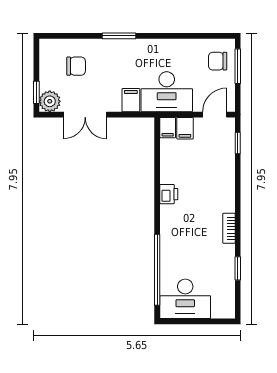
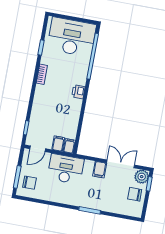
chair: (76, 66) -> (135, 194), moved
filing cabinet: (131, 100) -> (100, 170), moved
printer: (169, 194) -> (78, 92), moved
desk: (185, 299) -> (72, 37), width x1.36, depth x1.30

